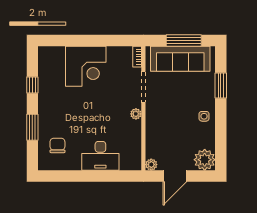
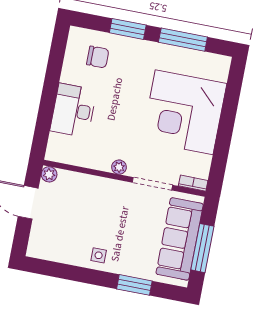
corner desk: (86, 66) -> (184, 112), width x1.36, depth x1.36
window: (32, 85) -> (183, 40), width x2.17
plant: (205, 160) -> (42, 245), removed

